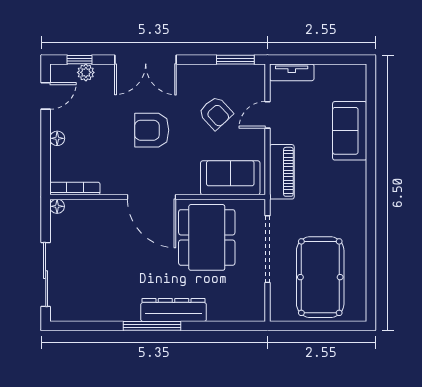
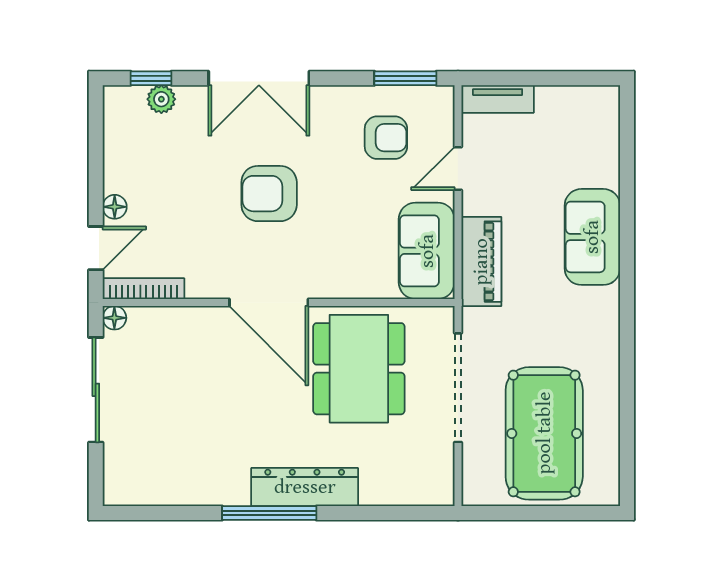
door: (46, 96) -> (96, 248), moved
armchair: (216, 113) -> (386, 138), moved, turned -47
sofa: (350, 131) -> (592, 237), moved
sofa: (230, 178) -> (427, 251), moved, turned -90
sliding door: (46, 275) -> (96, 390), moved

